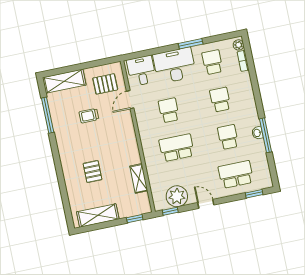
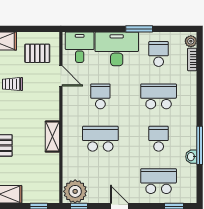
door: (130, 100) -> (61, 76), swing flipped
school desk: (220, 100) -> (159, 96), width x1.85
washbasin: (257, 133) -> (191, 157), moved
shelving: (139, 178) -> (52, 137), moved
plant: (177, 196) -> (75, 191), moved

